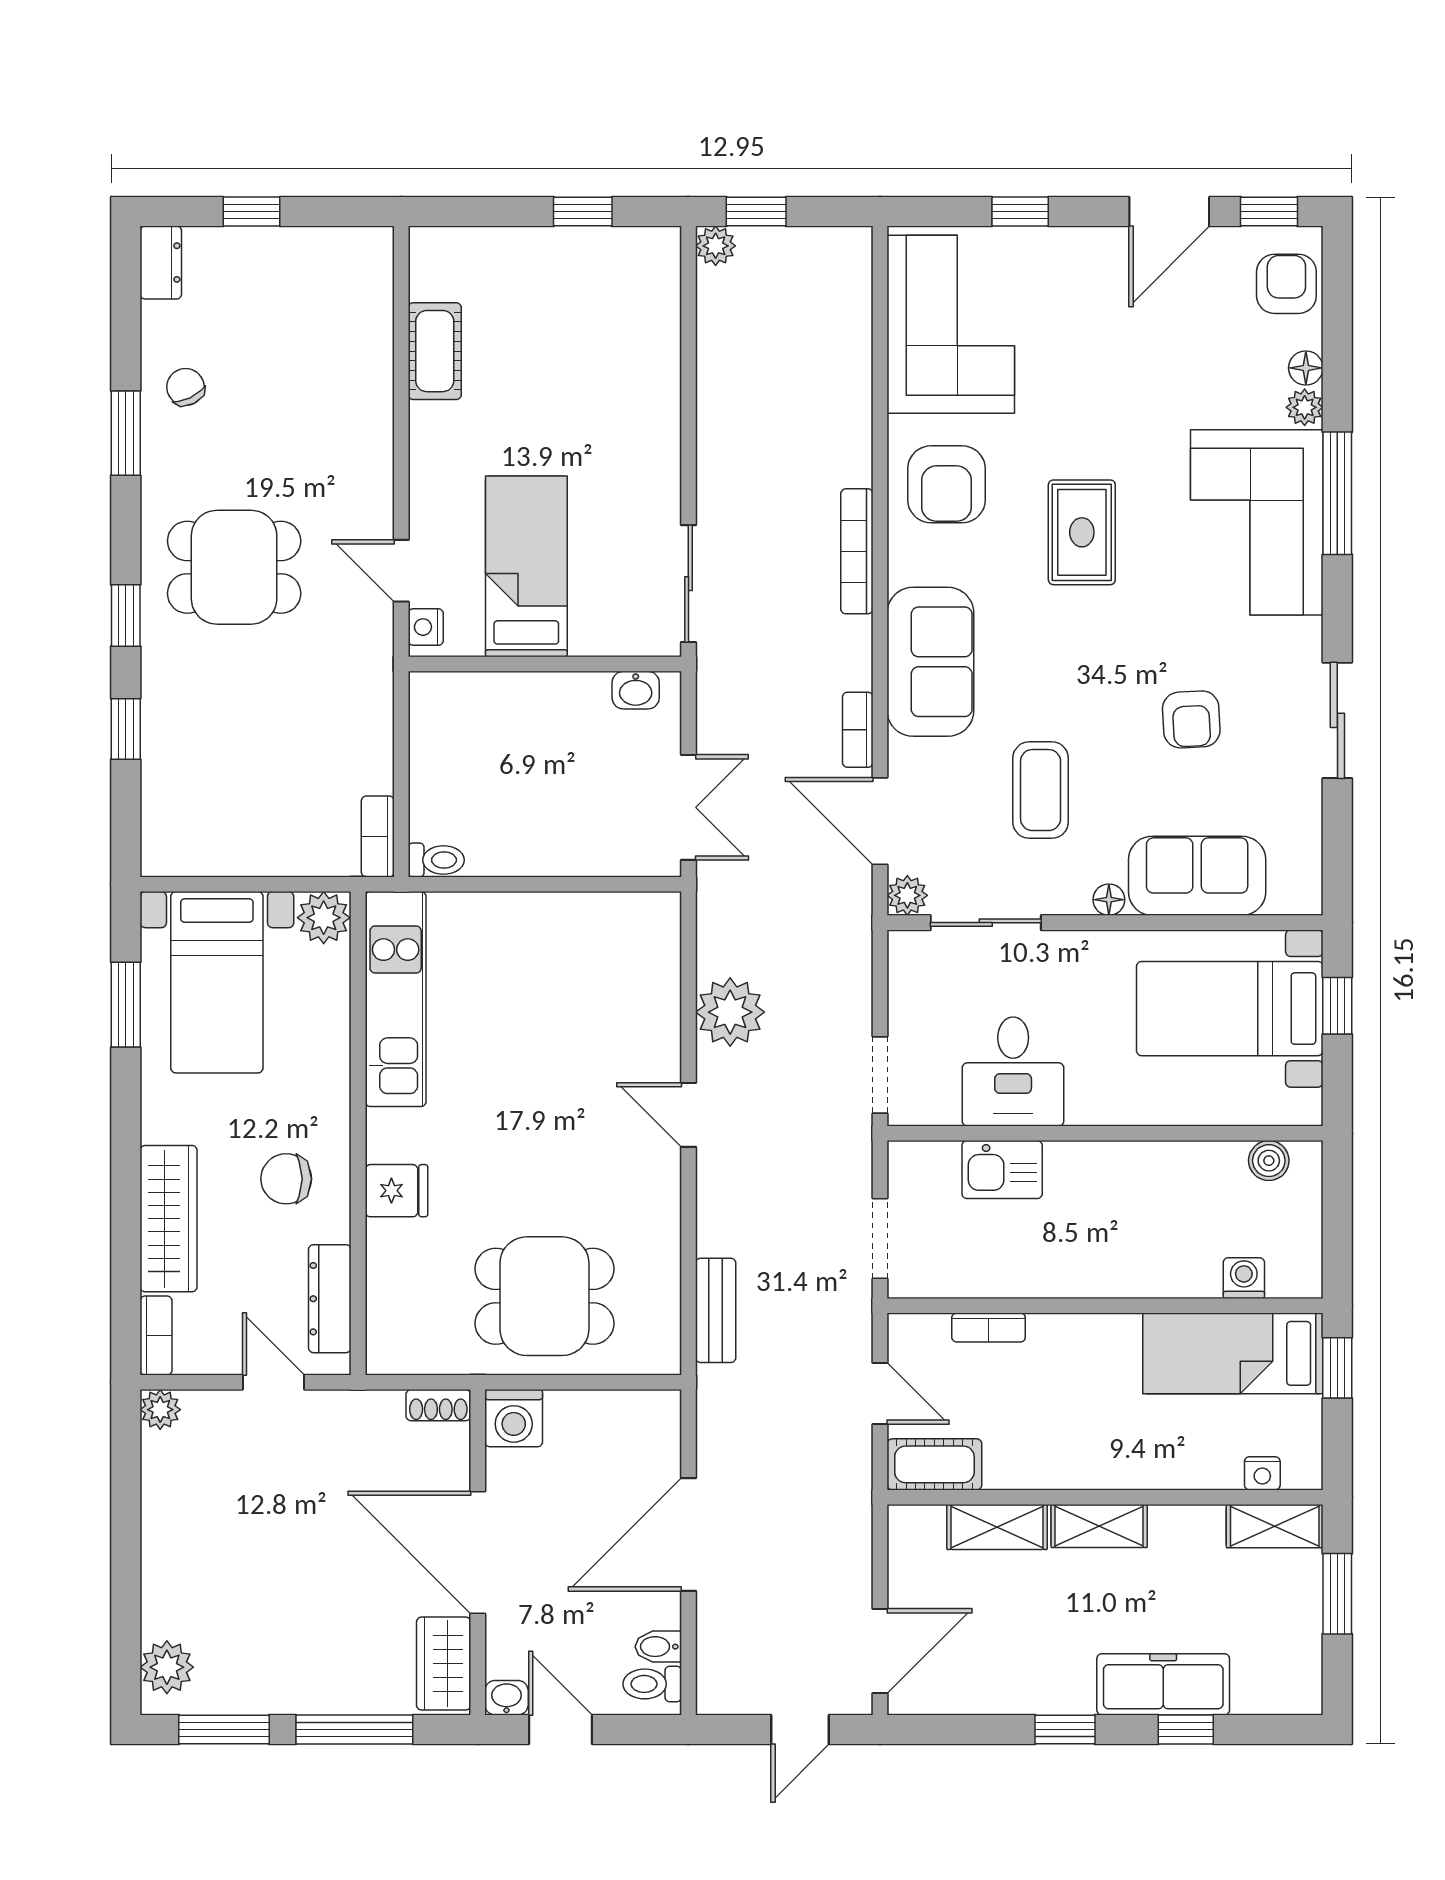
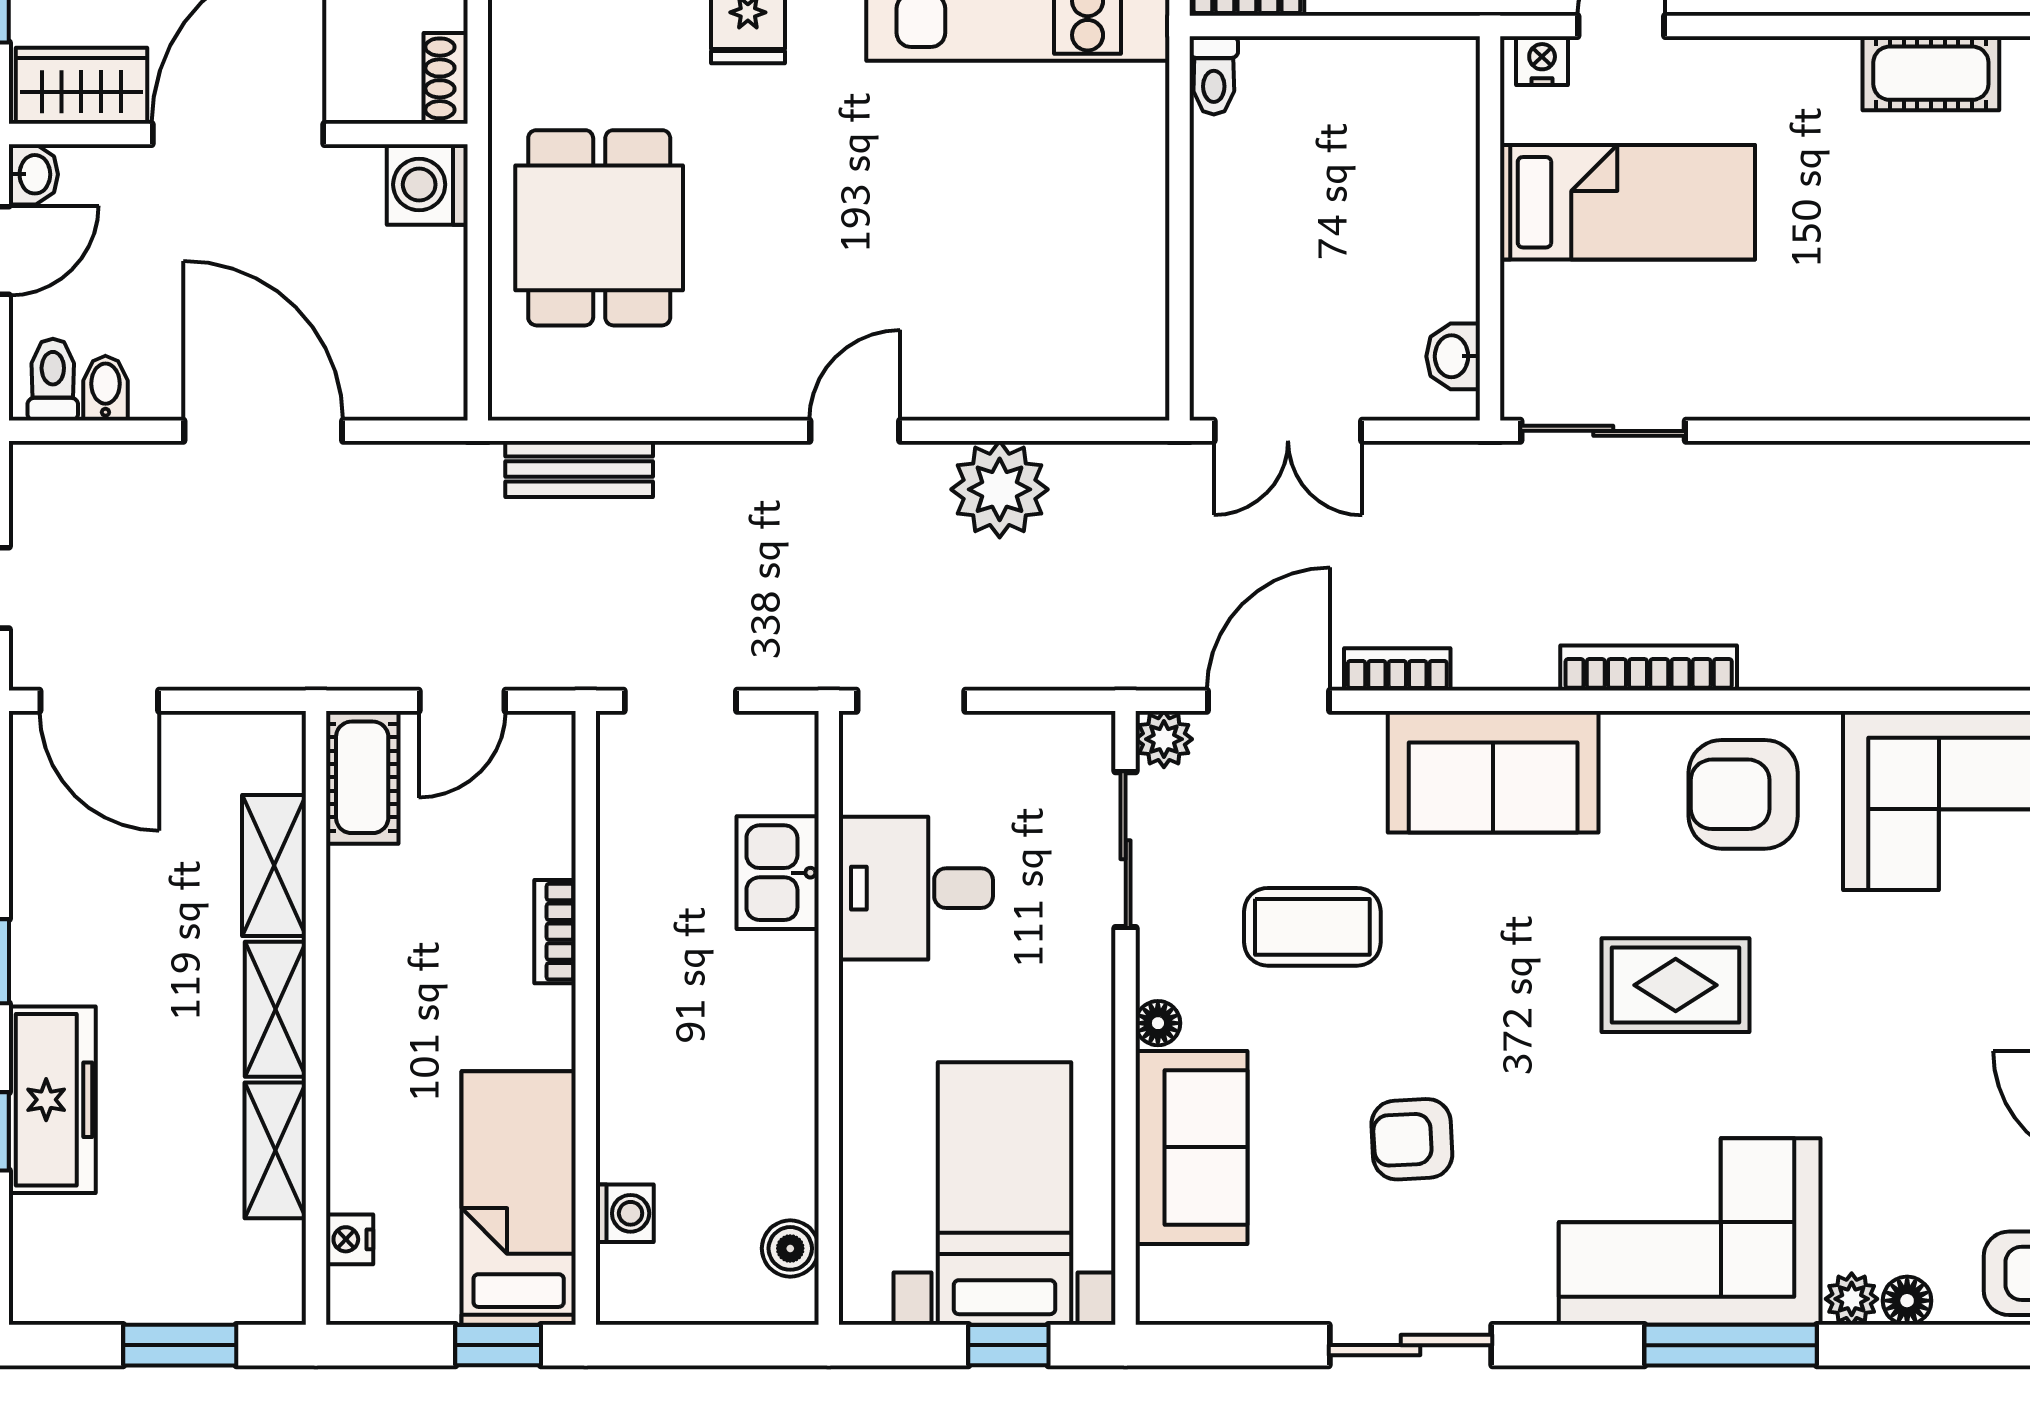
bookcase: (989, 1328) -> (555, 932), moved
shelving: (1275, 1526) -> (275, 1150), moved

